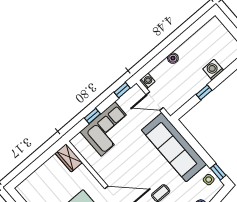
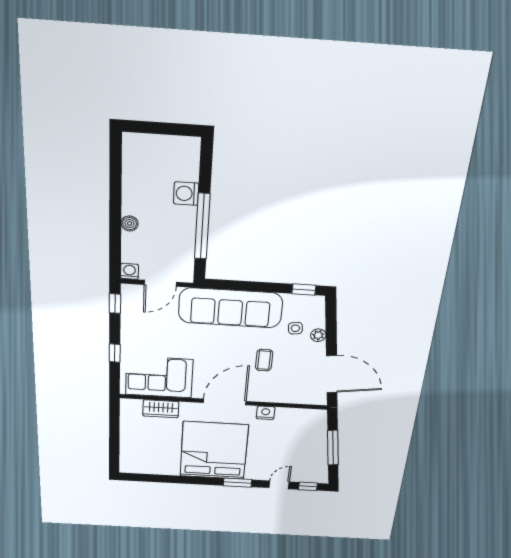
window: (204, 92) -> (202, 226), width x3.17
corner sofa: (108, 129) -> (159, 377), moved, turned -90
wardrobe: (69, 158) -> (161, 409), moved
side table: (209, 180) -> (295, 328), moved

